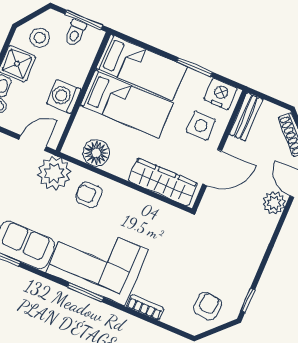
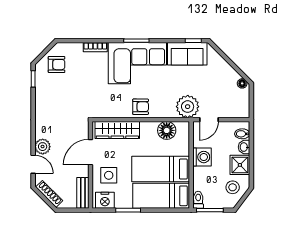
toilet: (75, 33) -> (198, 200), moved
armchair: (89, 195) -> (141, 107), moved
armchair: (208, 306) -> (56, 65), turned -95

